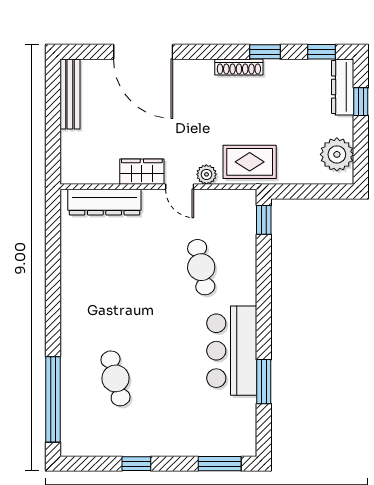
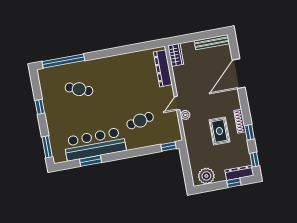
rug: (250, 162) -> (219, 131), moved
wardrobe: (142, 172) -> (176, 55), moved
bar counter: (232, 351) -> (95, 144), width x1.36
cafe table: (116, 378) -> (79, 89), turned 36

